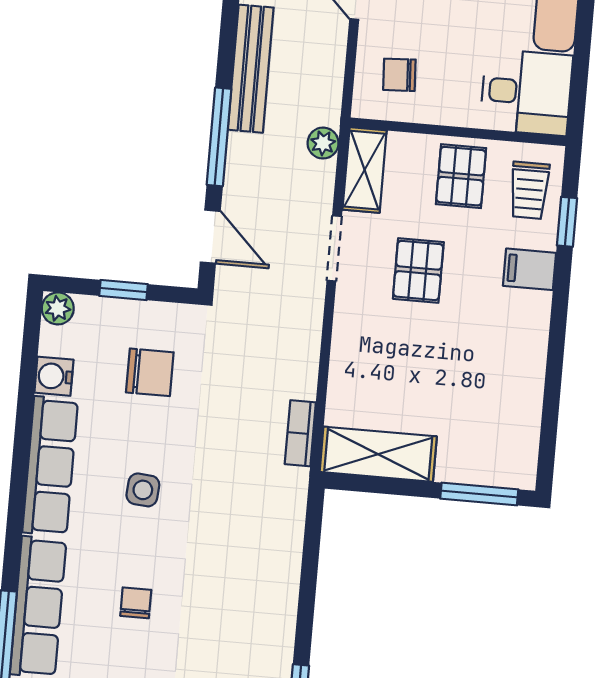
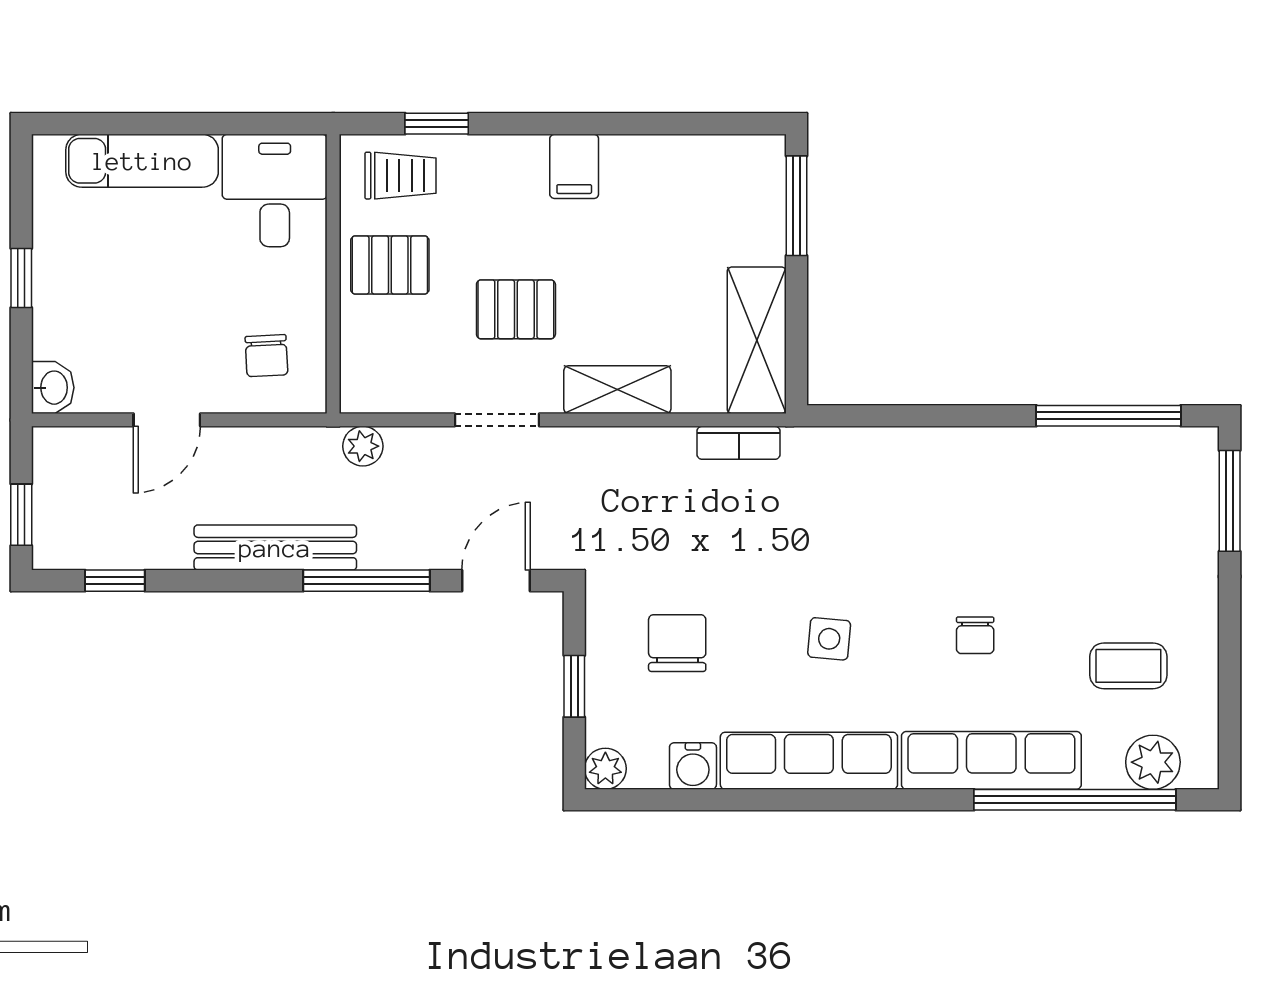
shelving: (365, 170) -> (617, 390), moved
filing cabinet: (530, 269) -> (574, 166), moved
chair: (136, 603) -> (975, 635), turned -90

